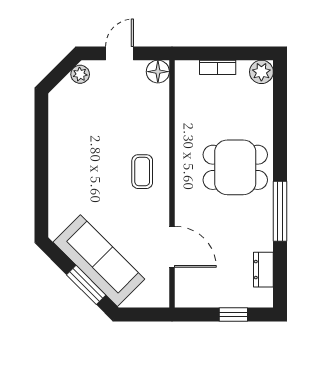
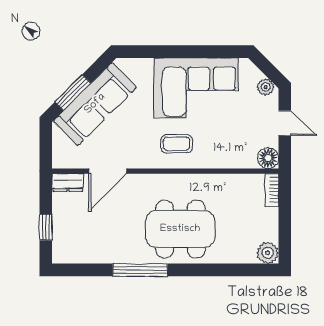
bookcase: (218, 67) -> (272, 190), moved
corner sofa: (81, 150) -> (196, 88), added
dining table: (235, 167) -> (180, 229), width x1.38
dresser: (263, 270) -> (68, 183), moved, turned 180

